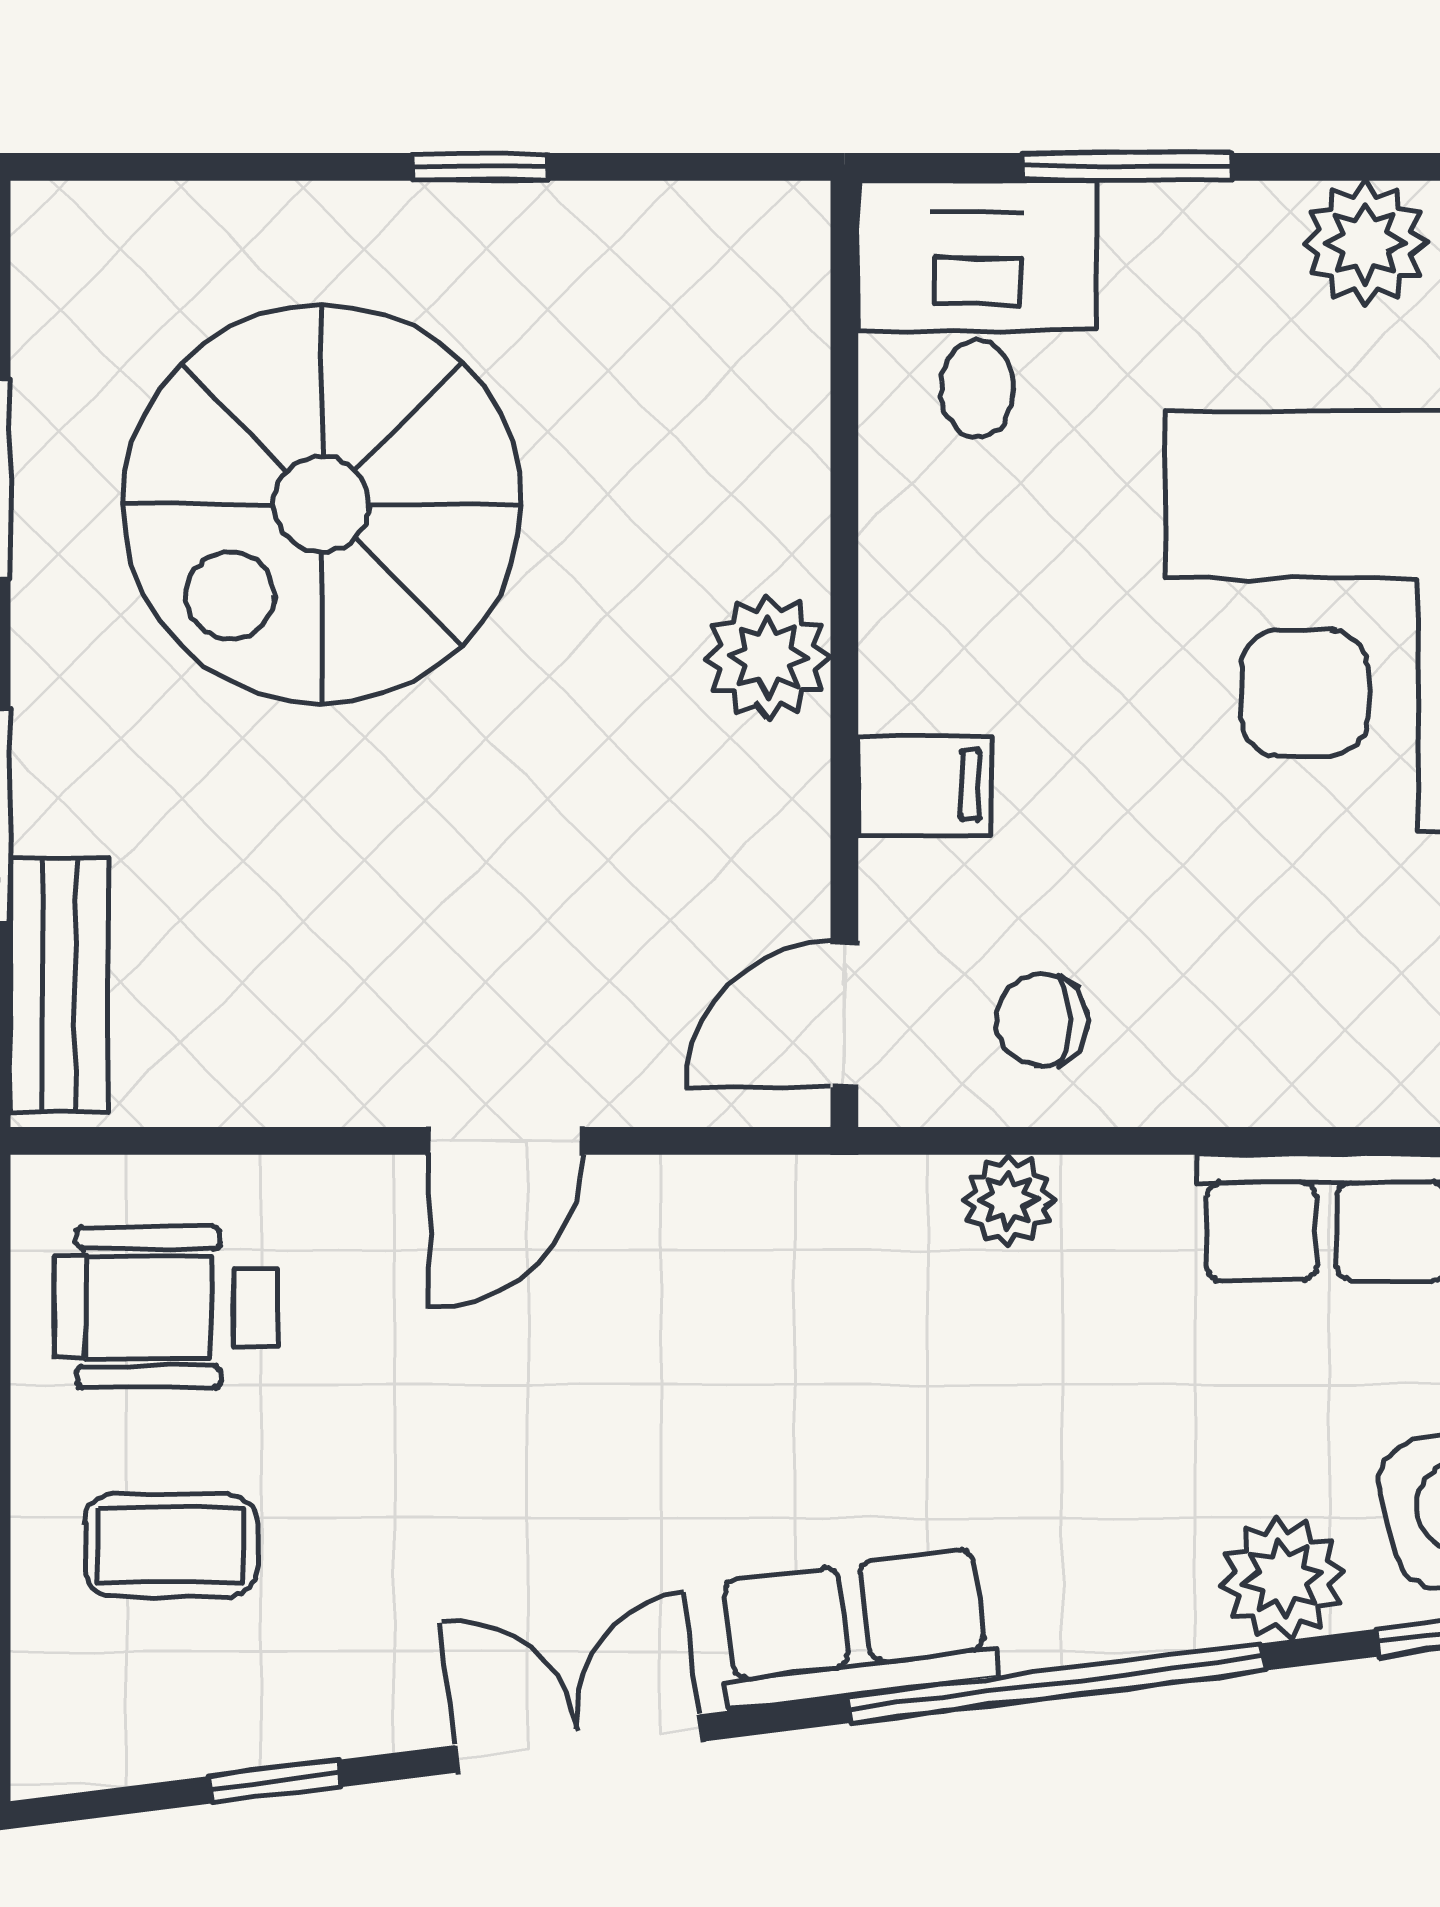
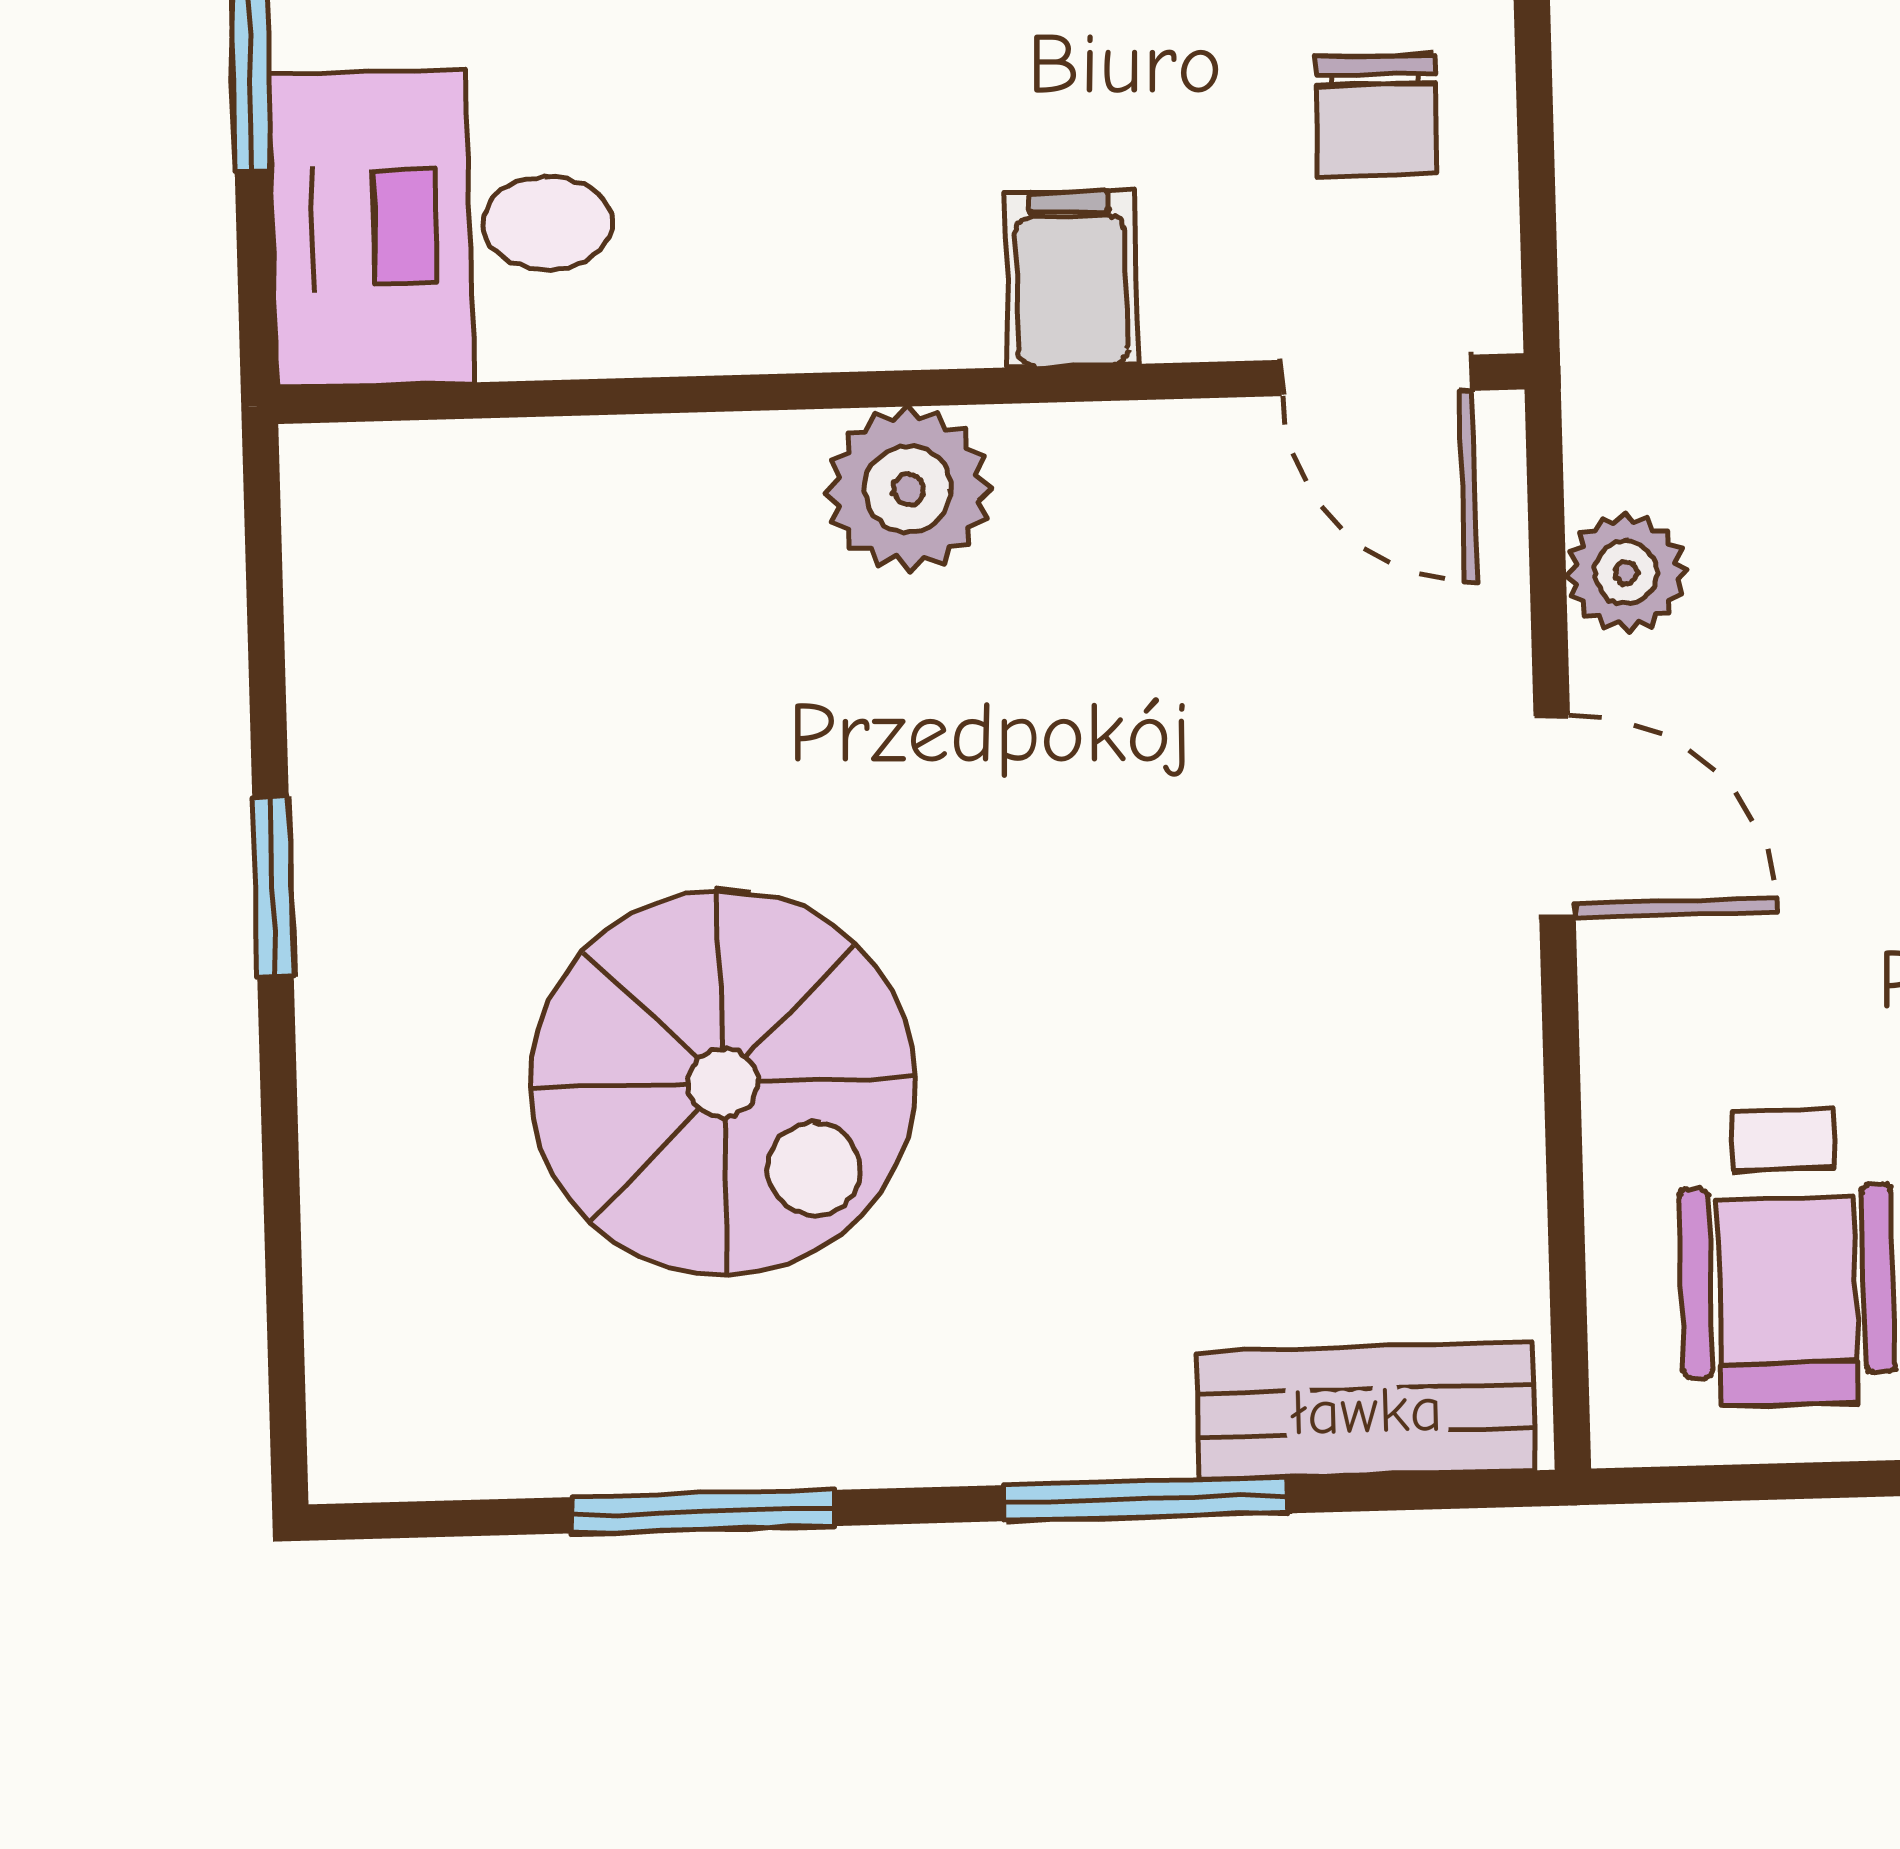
spiral stairs: (321, 504) -> (723, 1083), width x0.73, depth x0.73
plant: (1009, 1200) -> (1626, 573), moved

